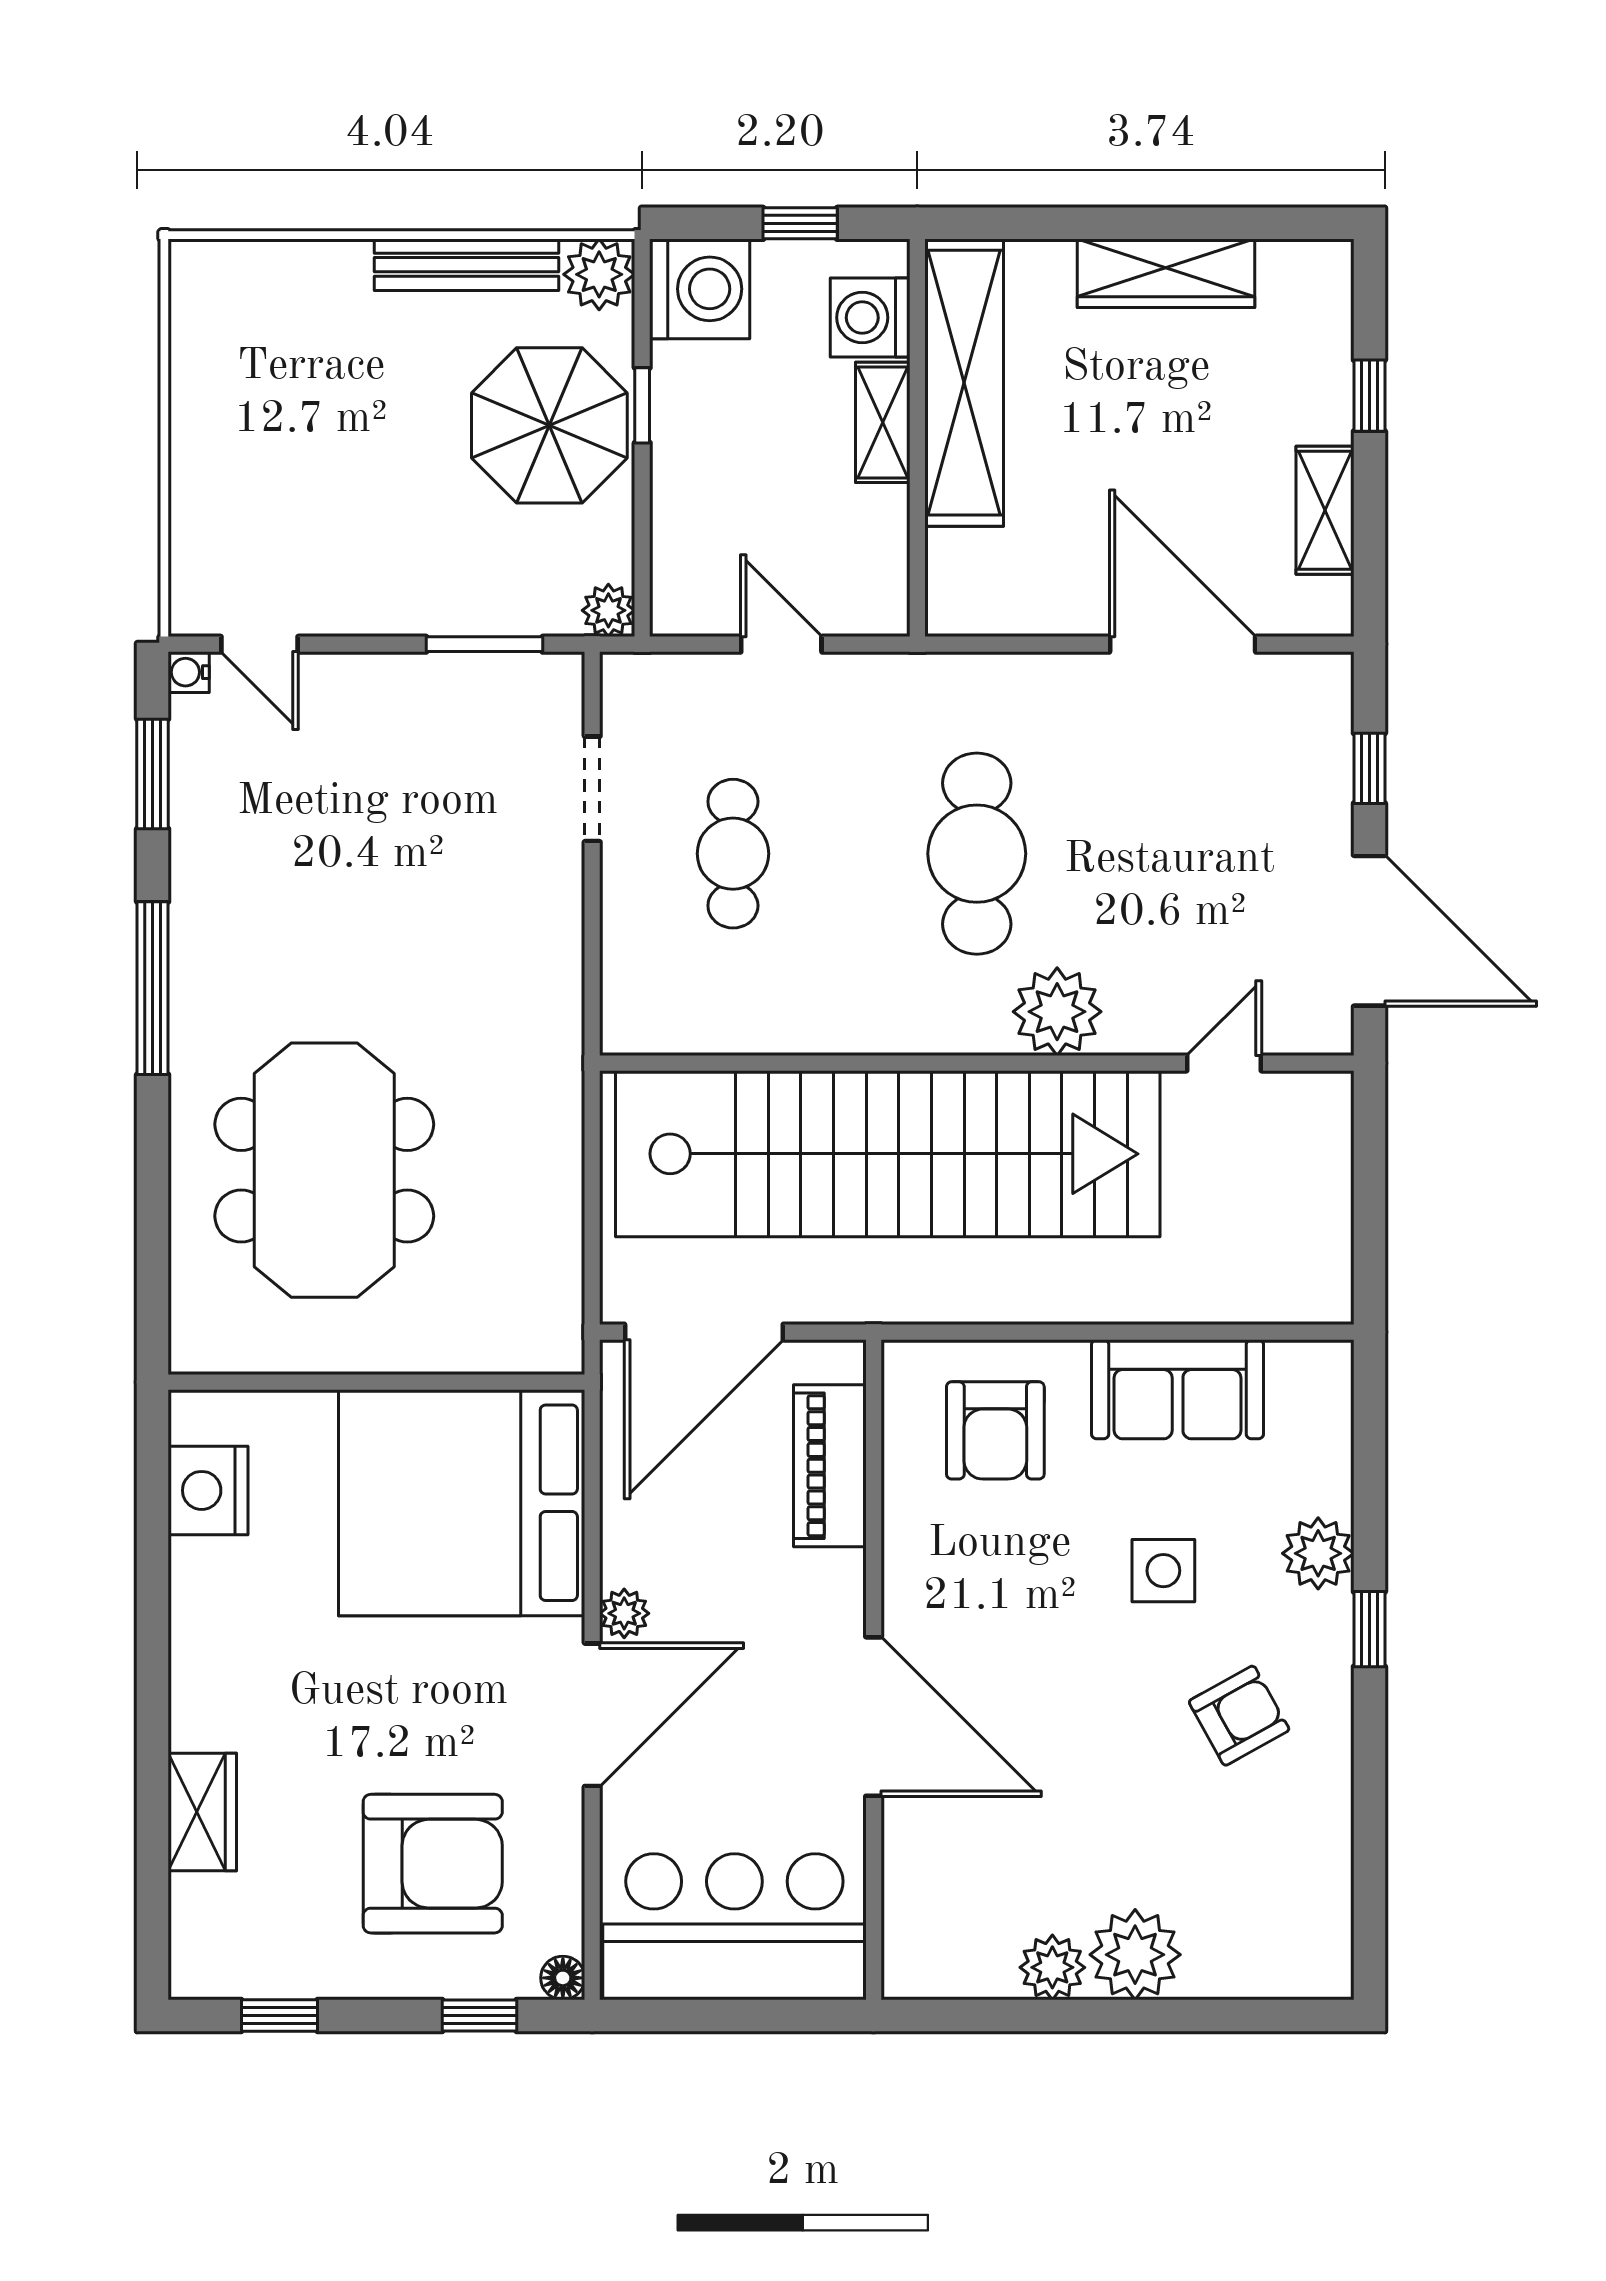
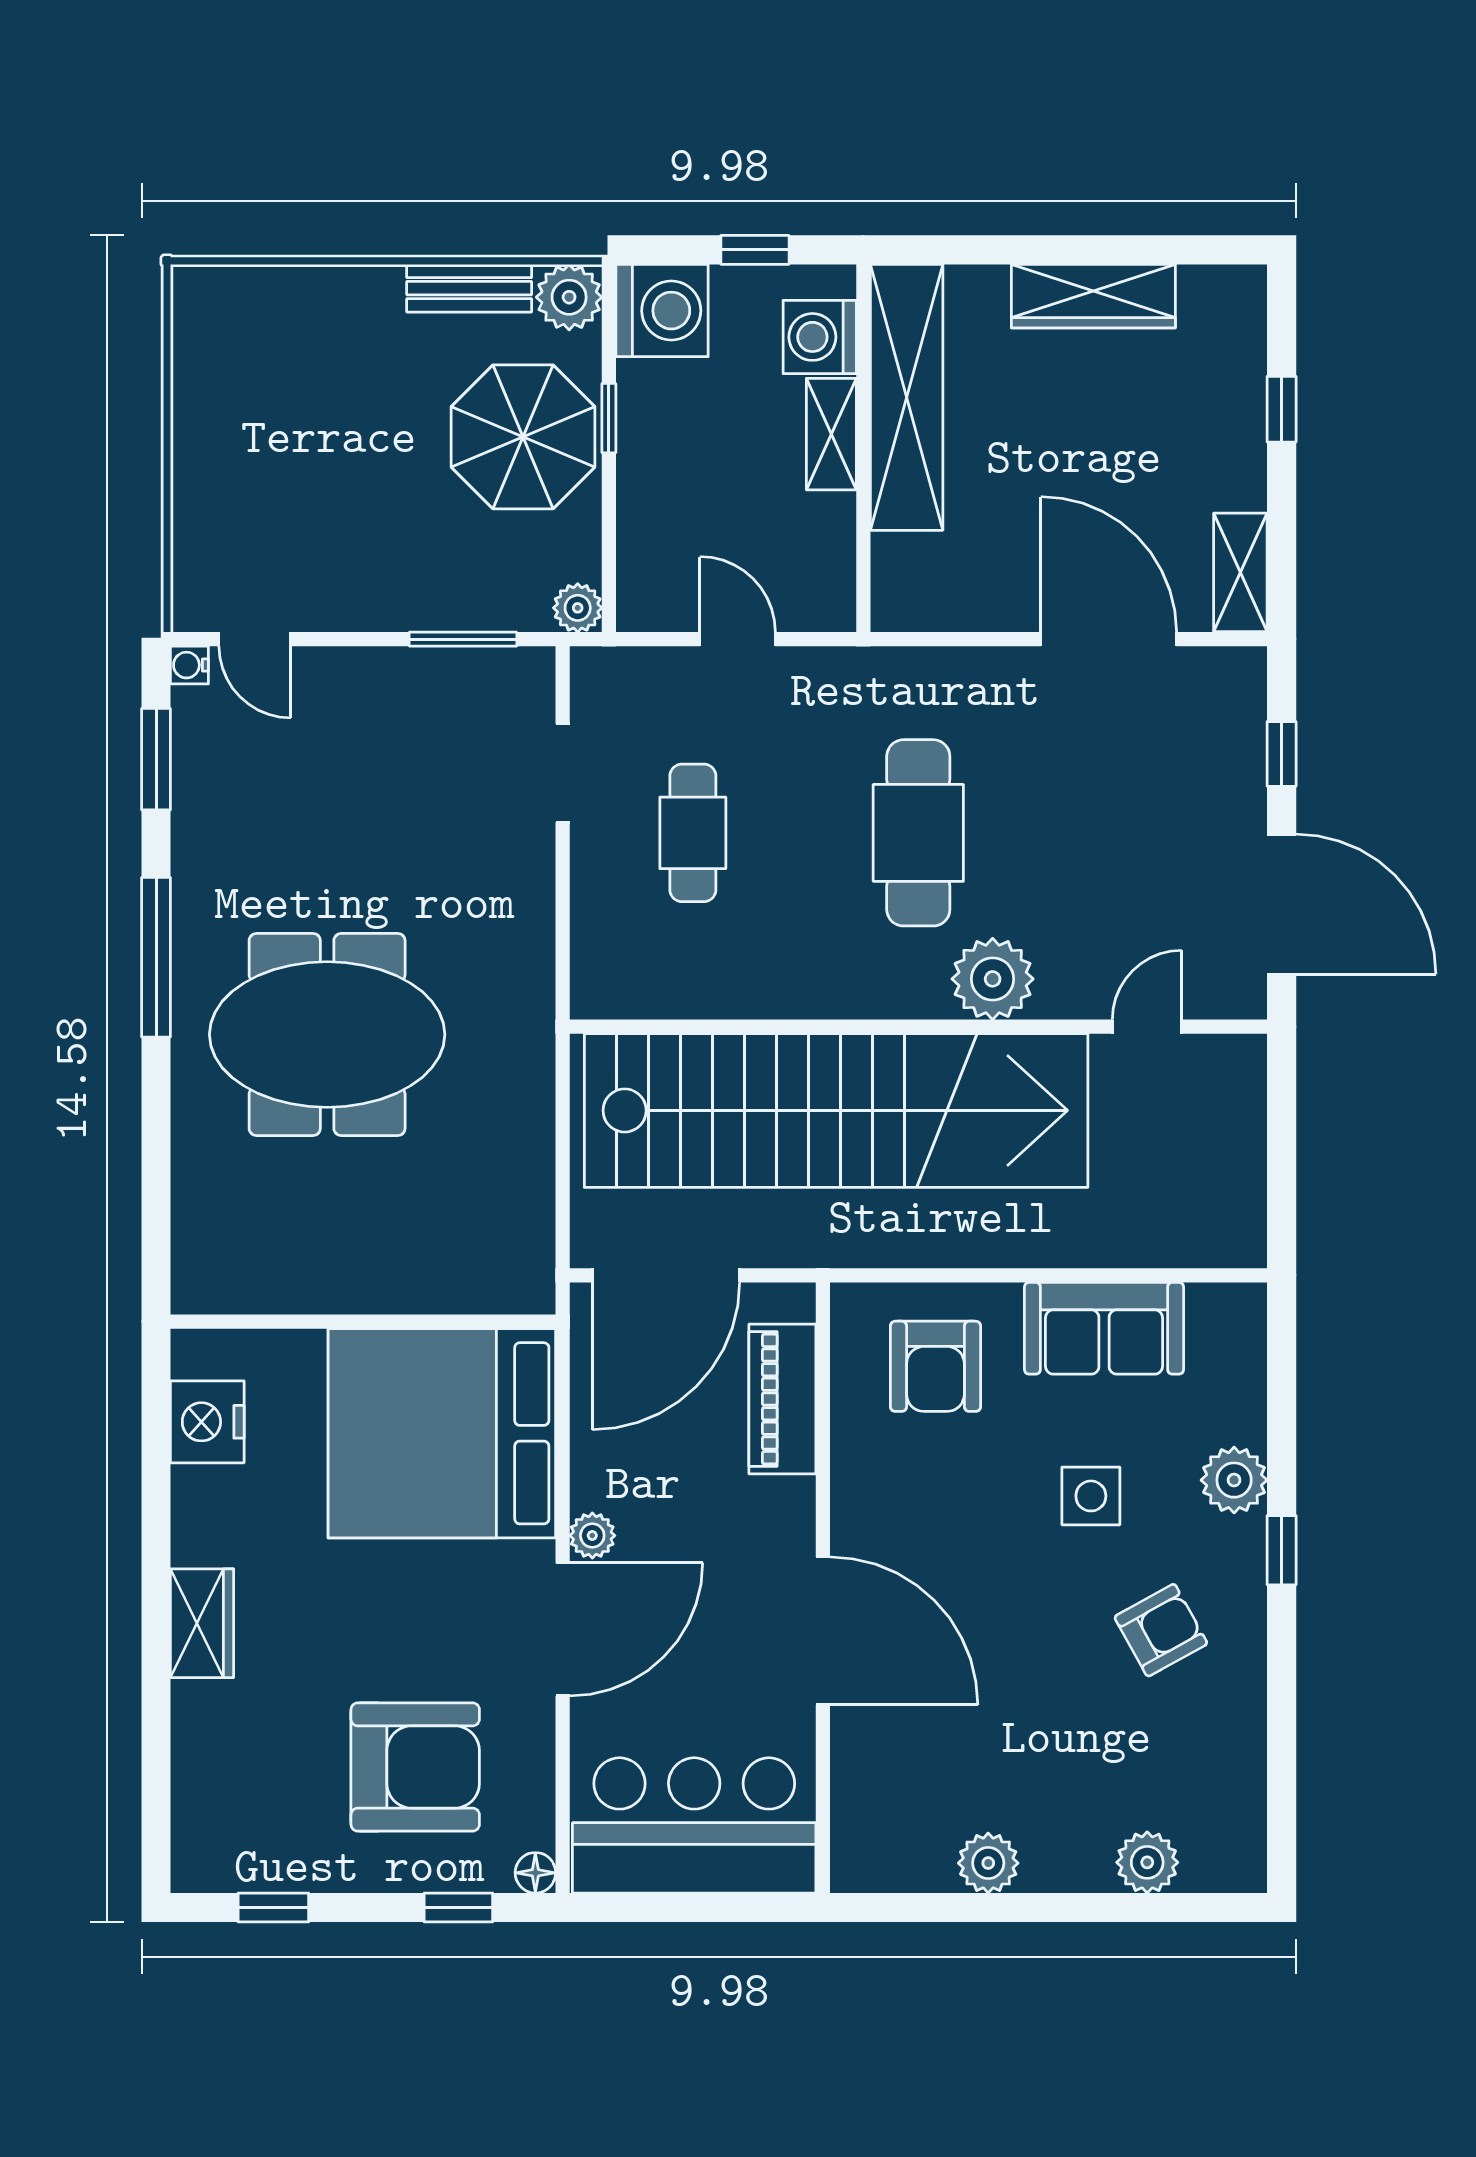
bench: (467, 265) -> (469, 288), width x0.73
shelving: (1325, 510) -> (1240, 572), moved
meeting table: (324, 1170) -> (327, 1034), moved, turned 90
wardrobe: (202, 1812) -> (202, 1623), moved
plant: (1135, 1955) -> (1147, 1862), moved, width x0.73, depth x0.73

